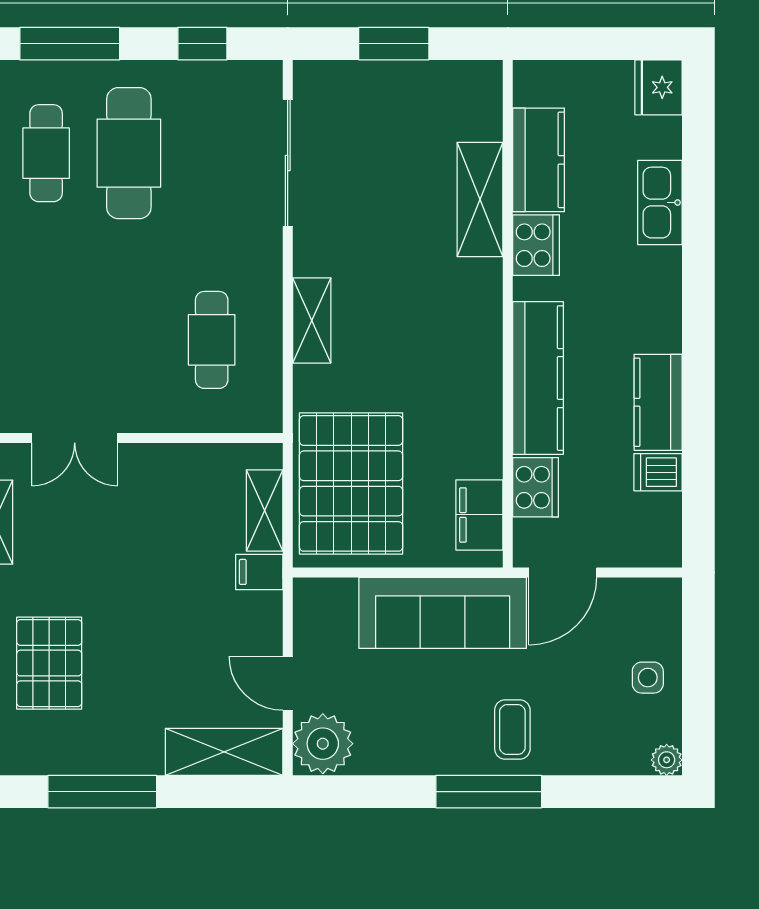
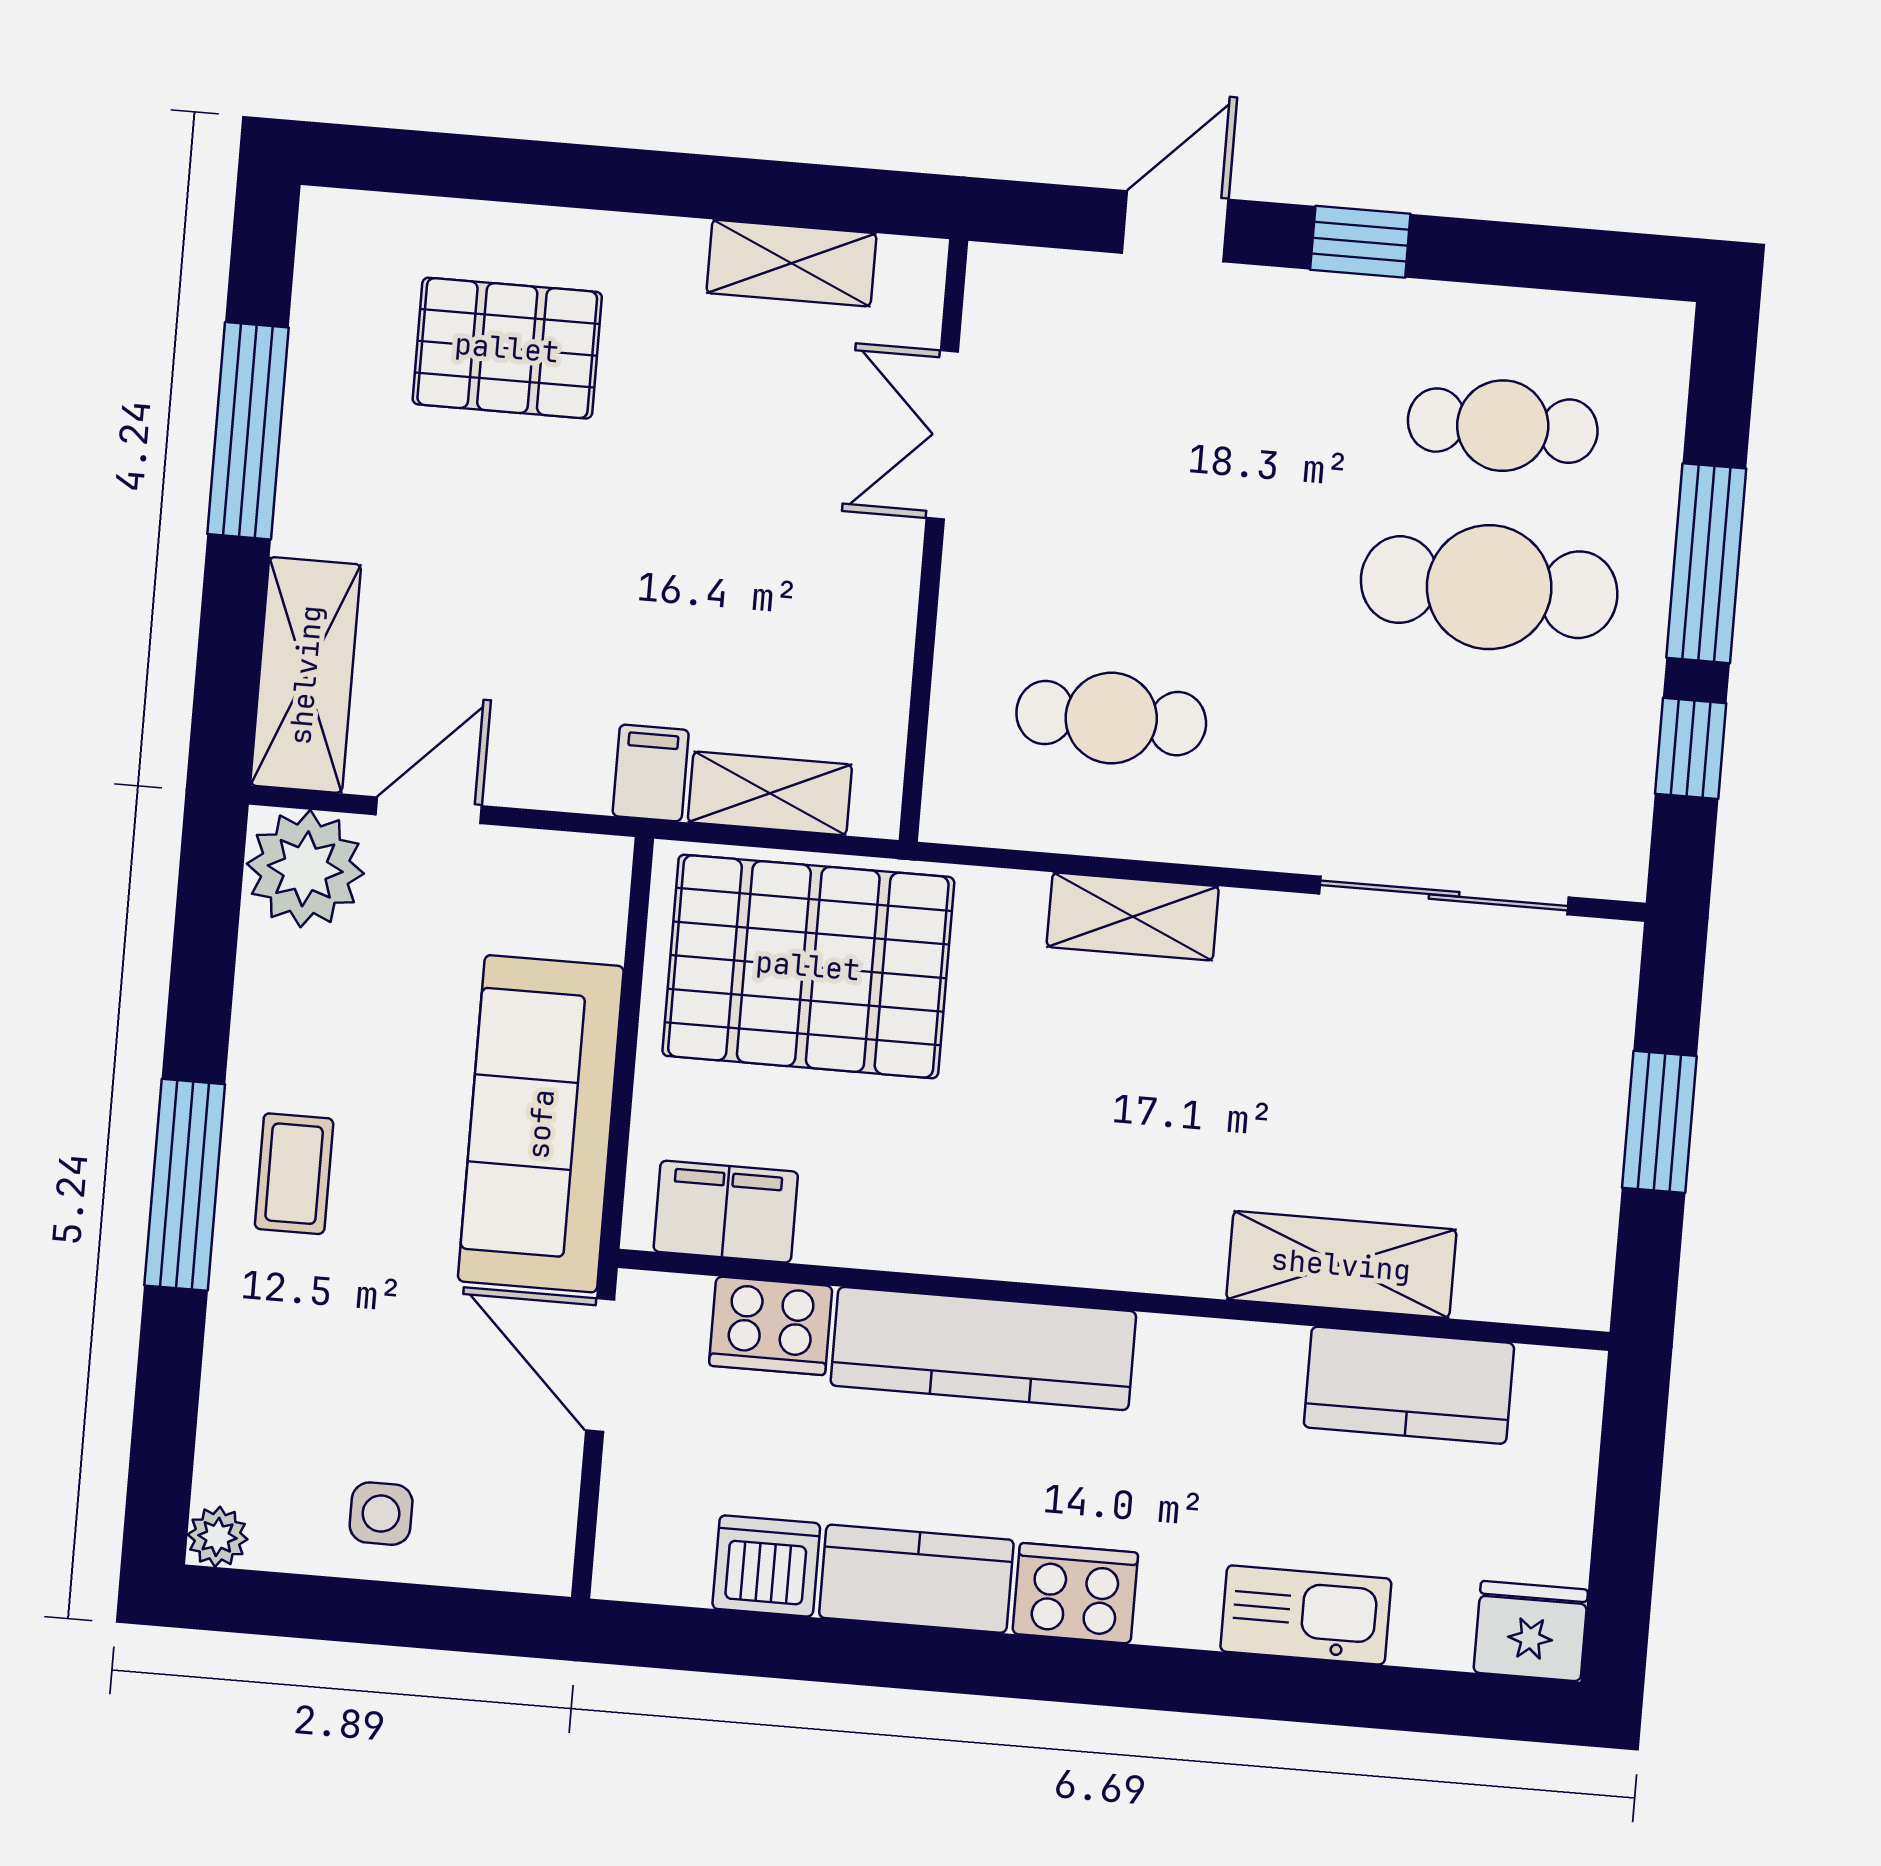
window: (70, 44) -> (1706, 563), moved
cooker: (536, 245) -> (1075, 1593), moved, turned 180
dishwasher: (658, 472) -> (766, 1566), width x1.38
coffee table: (512, 730) -> (294, 1174), moved, turned 90

